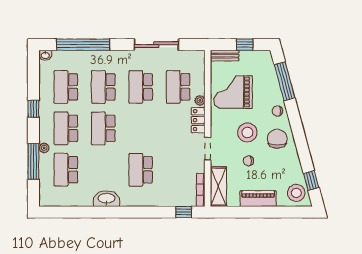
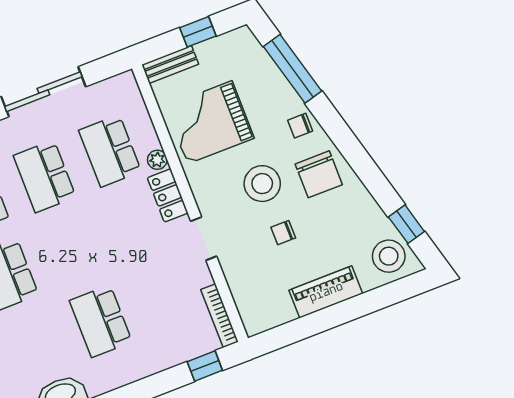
chair: (277, 139) -> (319, 174), turned 180
shelving: (218, 186) -> (248, 298), removed

